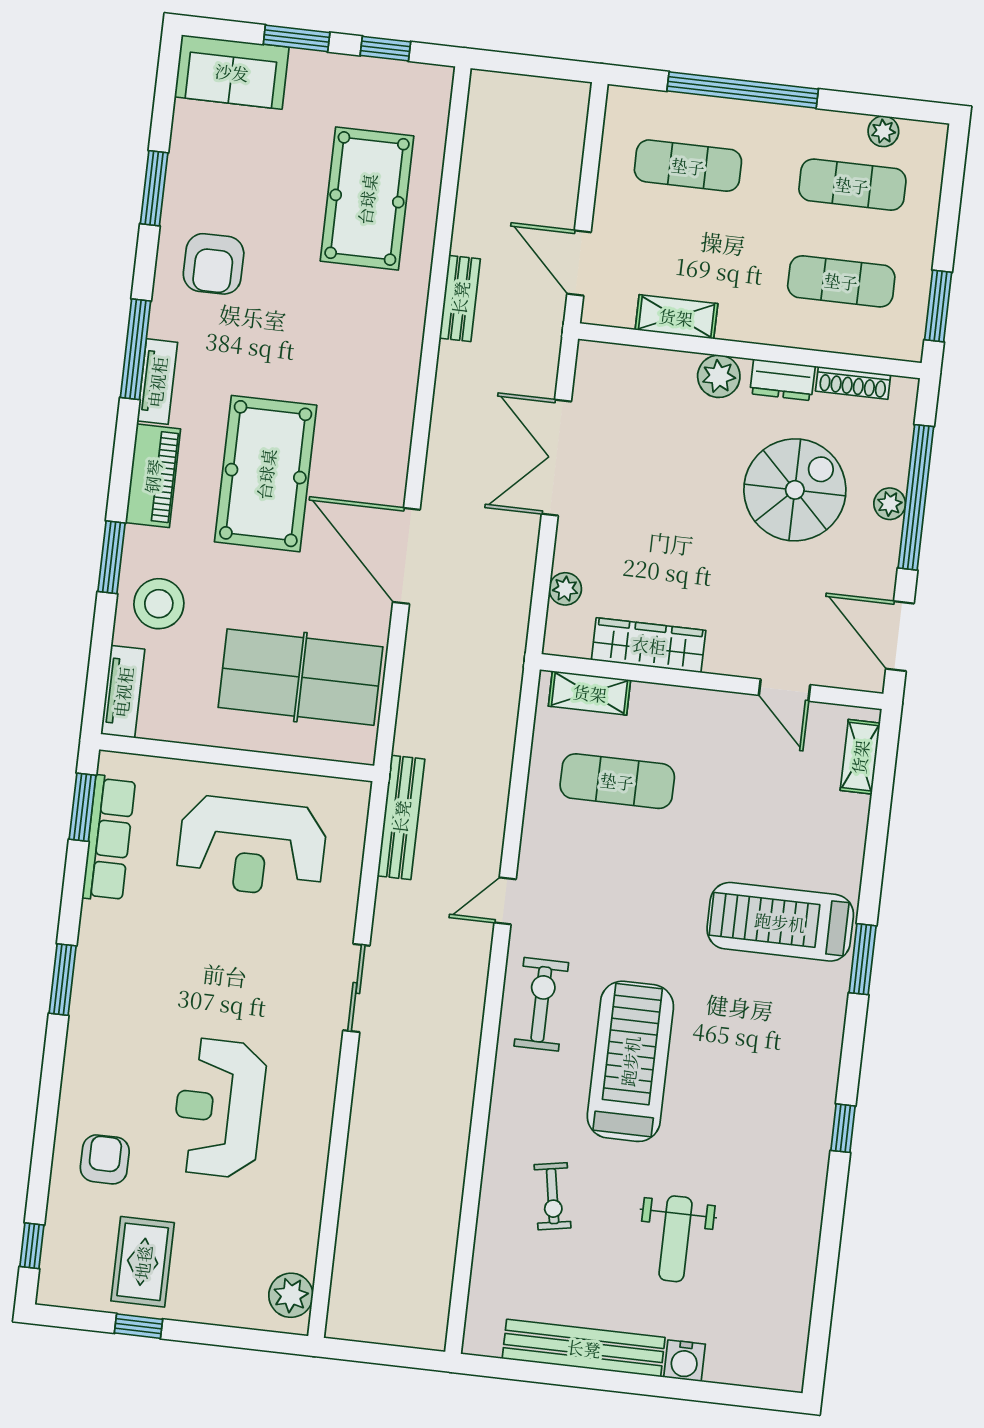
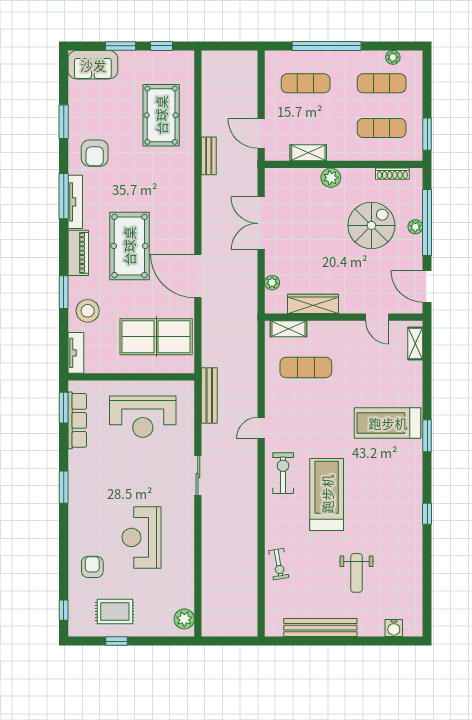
dresser: (782, 380) -> (360, 176), removed
tv unit: (157, 382) -> (75, 202), width x1.41
exercise bike: (553, 1196) -> (279, 564), moved
rug: (143, 1262) -> (115, 612), turned 90
water cooler: (684, 1361) -> (394, 628), moved

